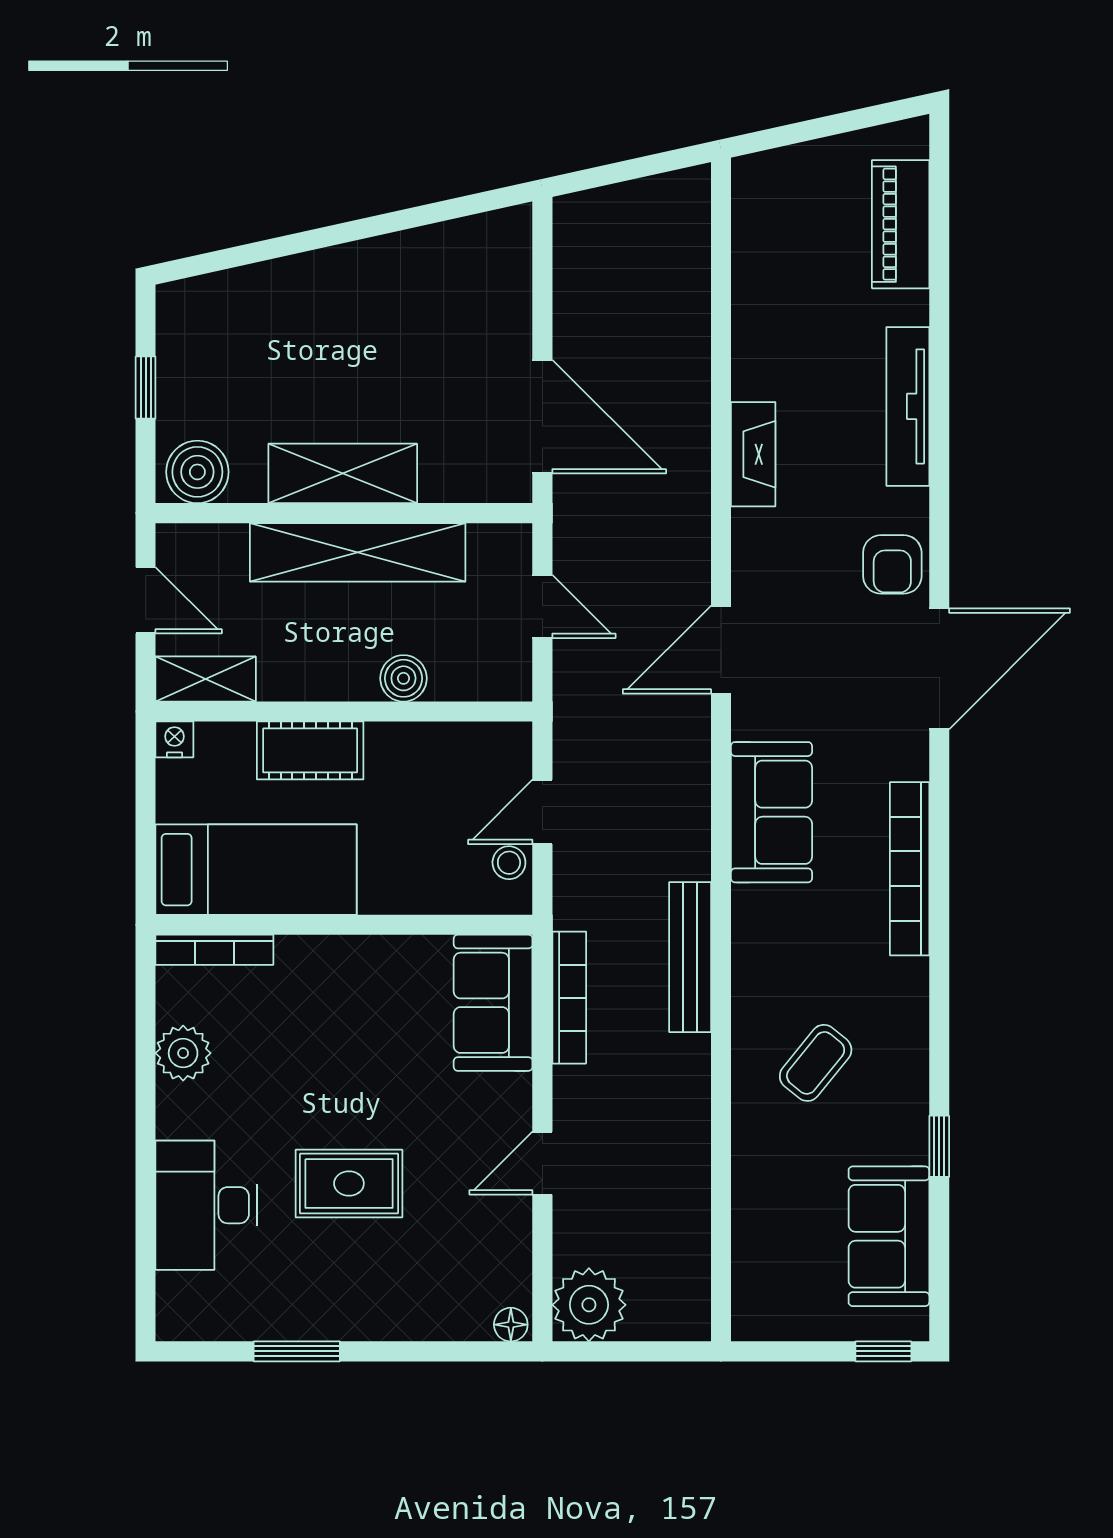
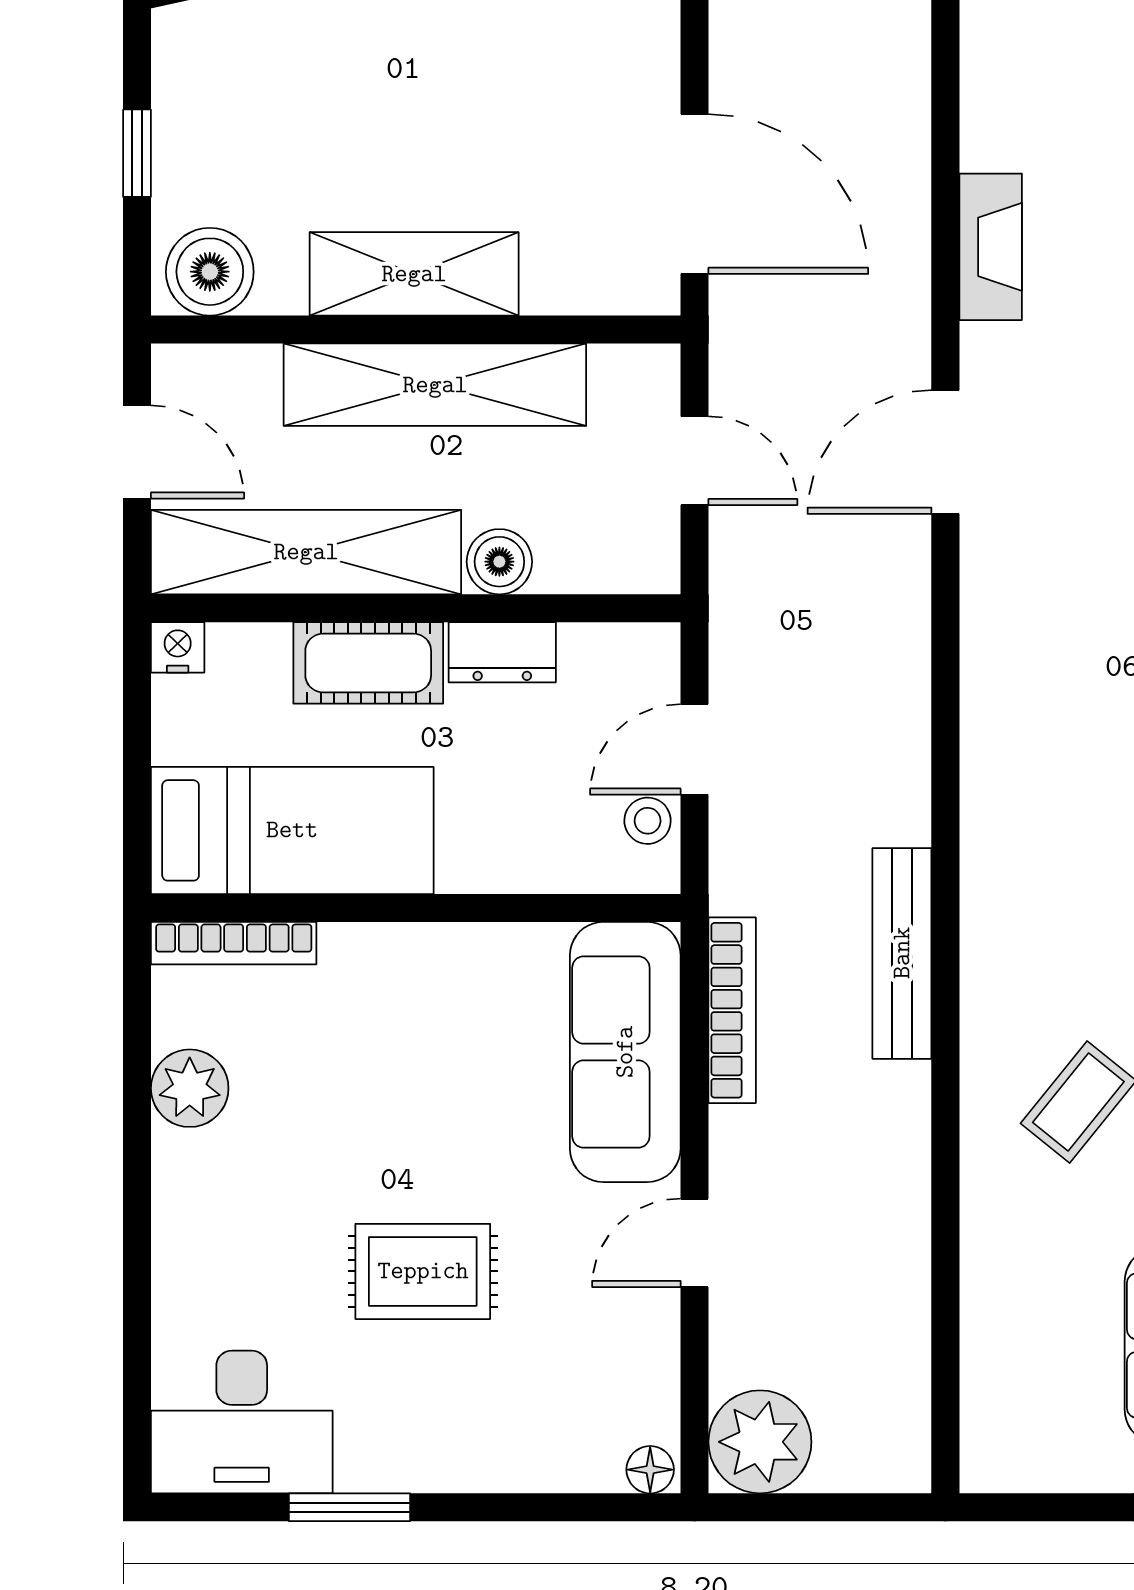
door: (721, 650) -> (945, 452), moved
shelving: (206, 679) -> (306, 552), width x2.20, depth x1.33
dresser: (406, 743) -> (502, 652), added
sofa: (771, 812) -> (1016, 750), removed
sofa: (493, 1003) -> (625, 1052), width x1.36
desk: (206, 1205) -> (242, 1422), moved, turned -90

